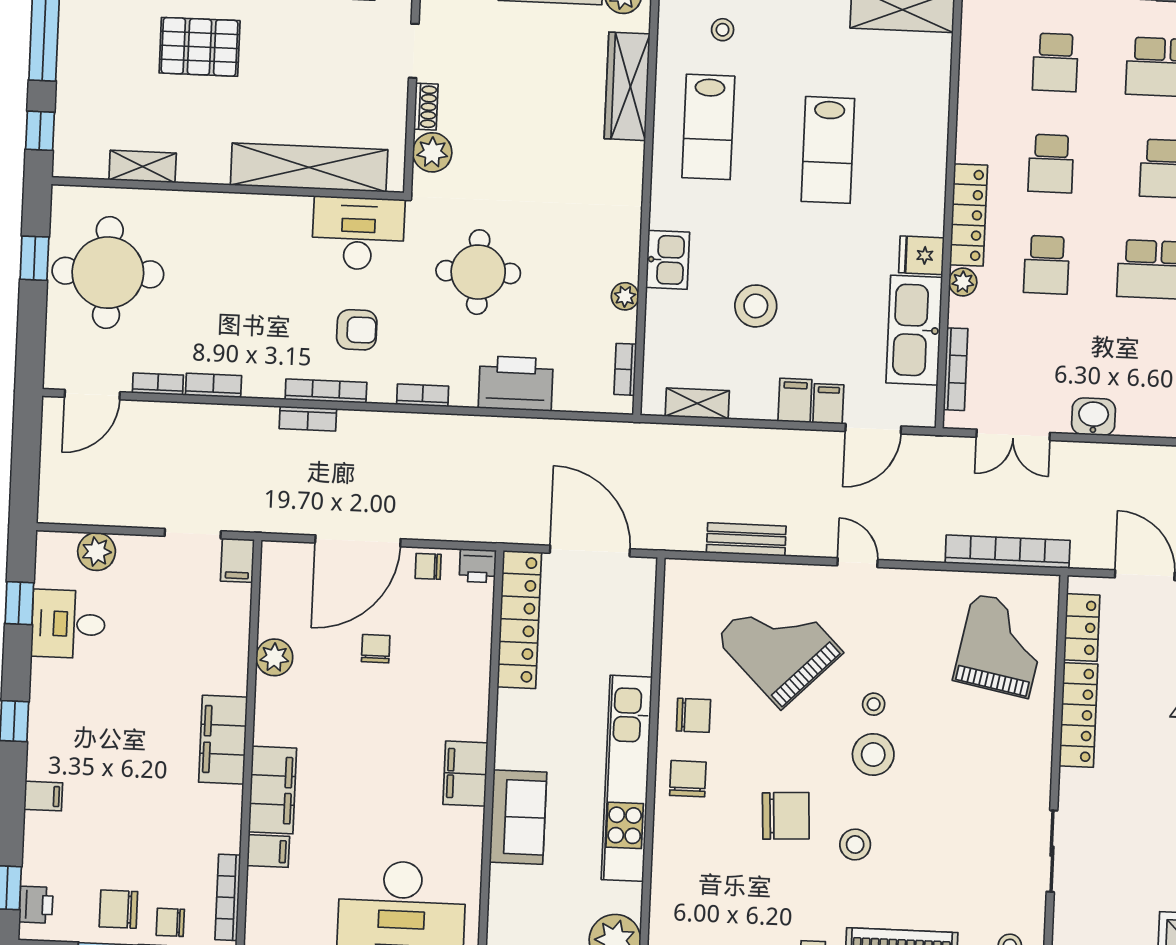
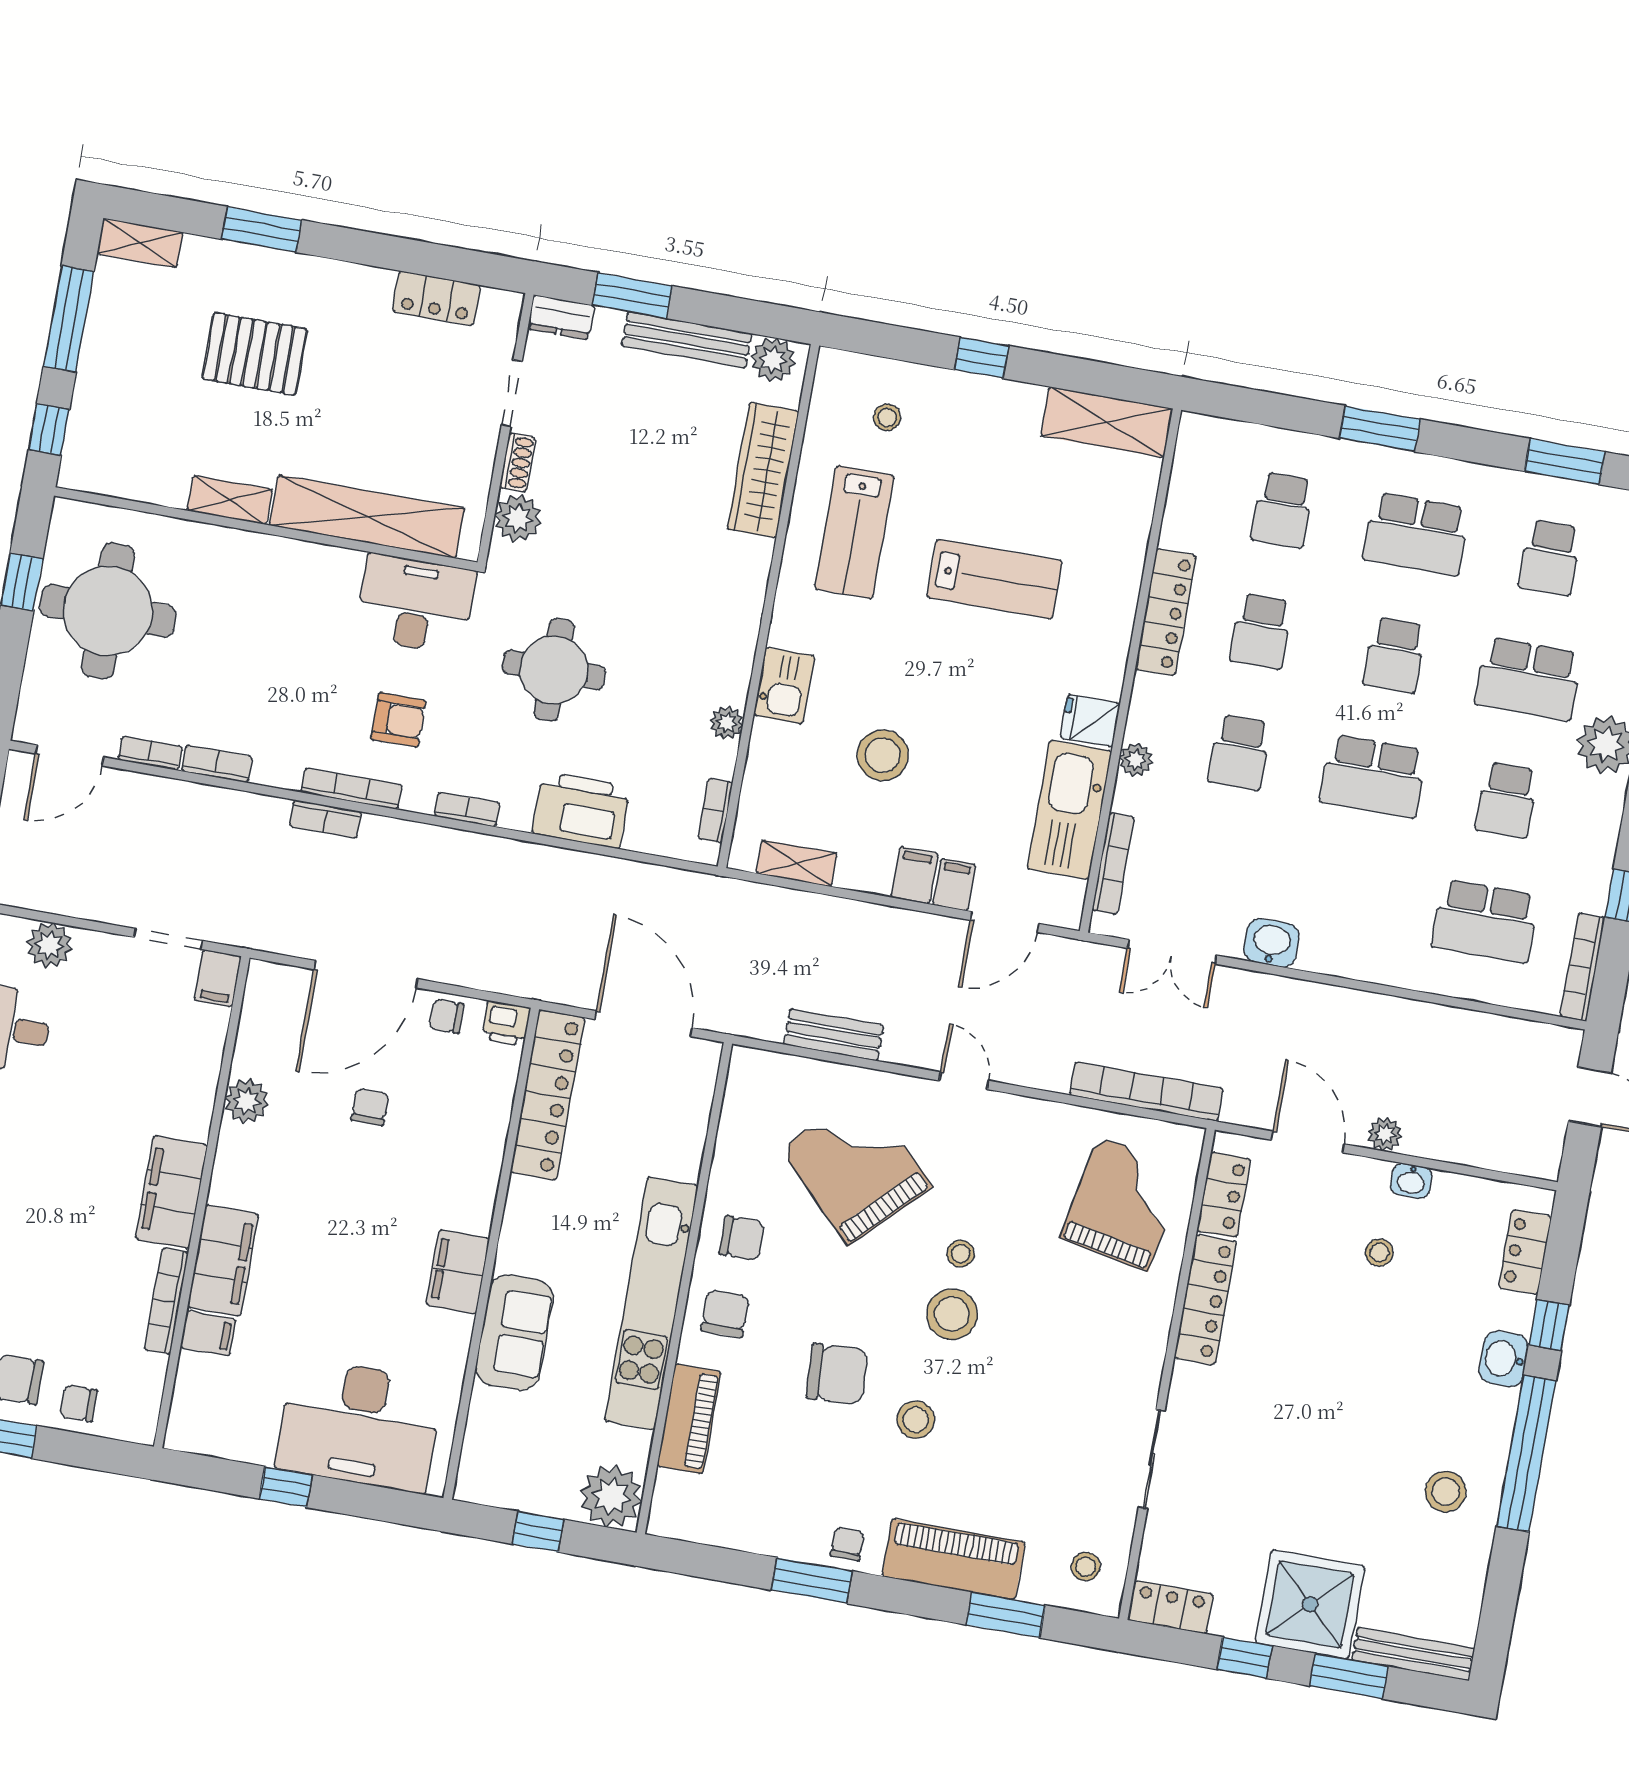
lab bench: (828, 150) -> (995, 579), turned -90
shelving: (143, 166) -> (230, 500), moved
locker: (969, 215) -> (1166, 612), moved
piano: (670, 868) -> (689, 1419), added
bookcase: (228, 897) -> (166, 1301), moved

